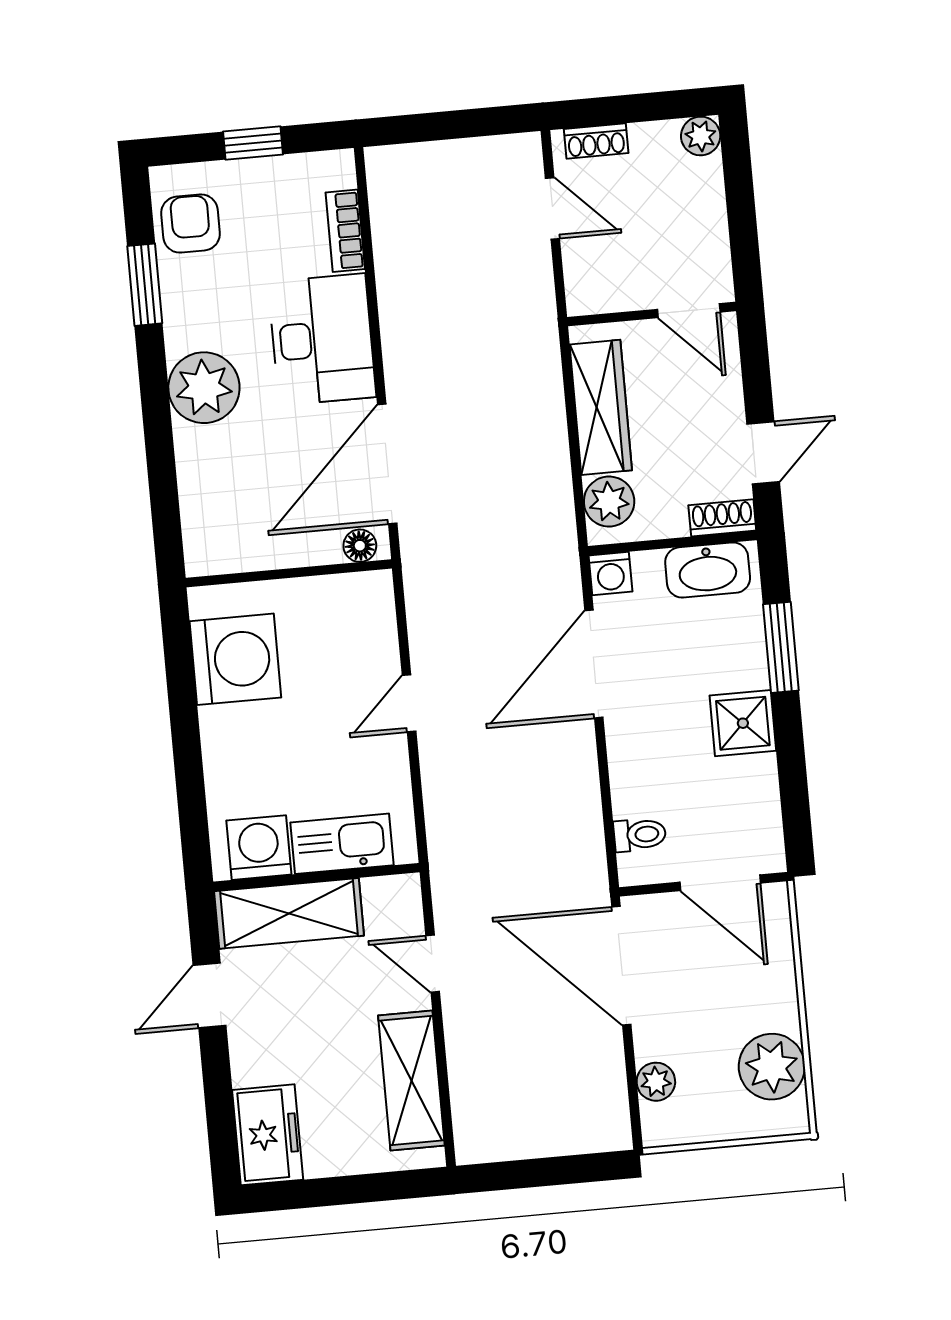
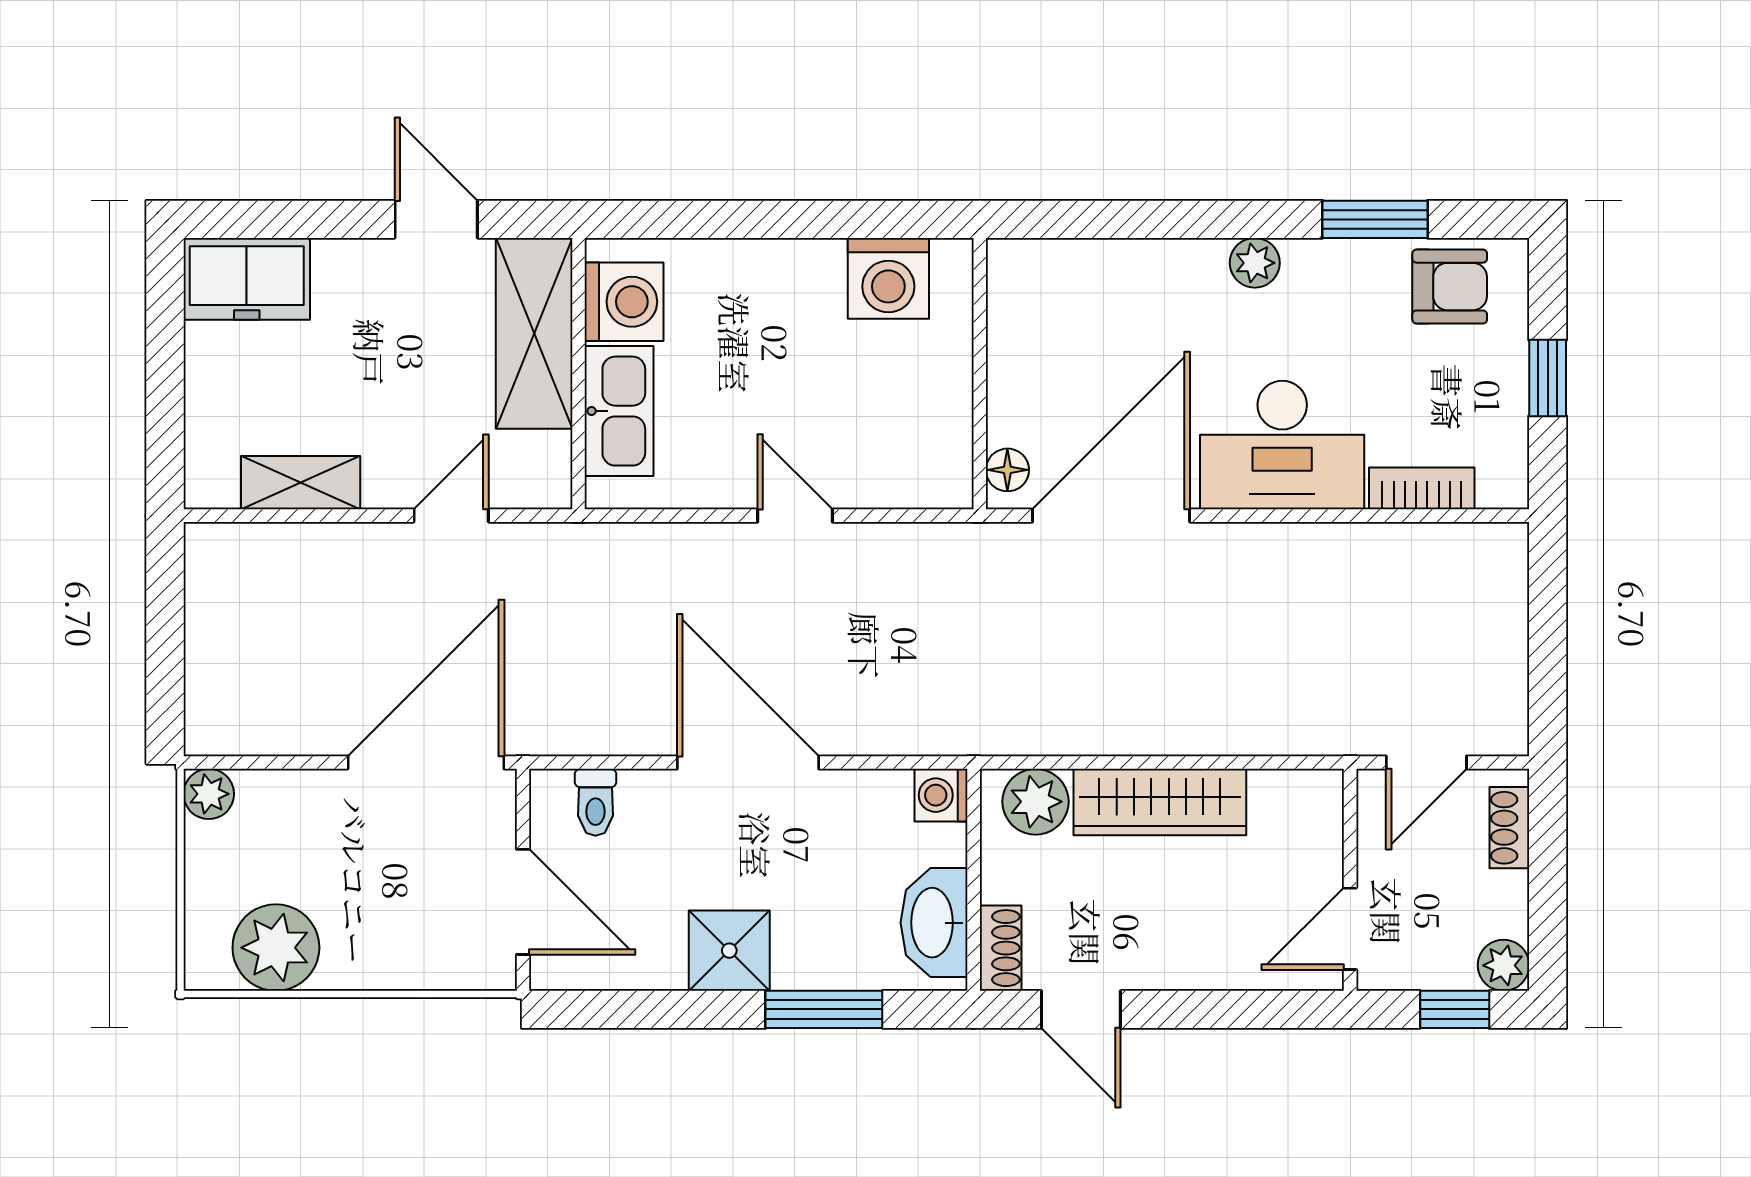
window: (737, 170) -> (1455, 1009), added
door: (689, 311) -> (1350, 929), moved
wall: (652, 314) -> (1350, 880), moved
plant: (204, 388) -> (1255, 263), width x0.53, depth x0.53
door: (387, 464) -> (1111, 516), hinge flipped
washing machine: (235, 659) -> (888, 278), width x0.73, depth x0.73
door: (594, 664) -> (748, 763), moved
door: (720, 883) -> (523, 902), swing flipped
shelving: (411, 1080) -> (301, 483), width x0.67, depth x0.75
plant: (656, 1082) -> (209, 794), moved

